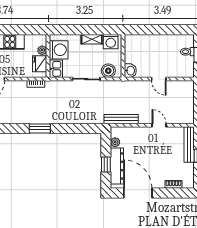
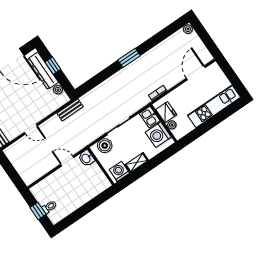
door: (159, 79) -> (67, 161), moved
bench: (121, 119) -> (70, 110), width x0.73

